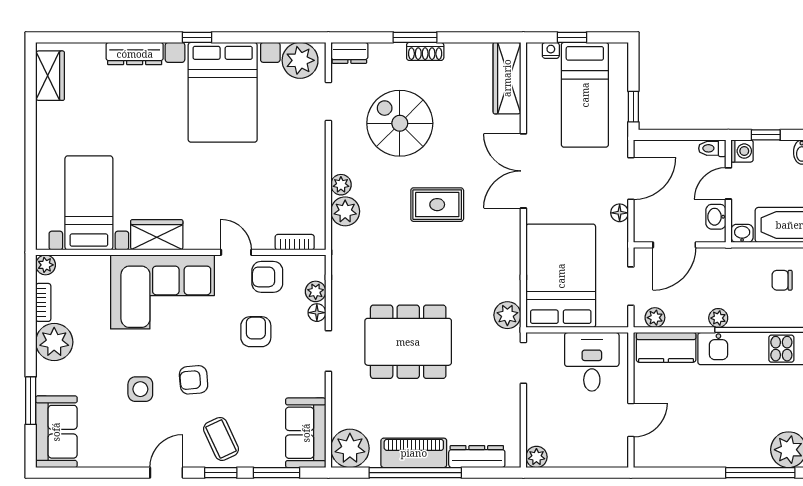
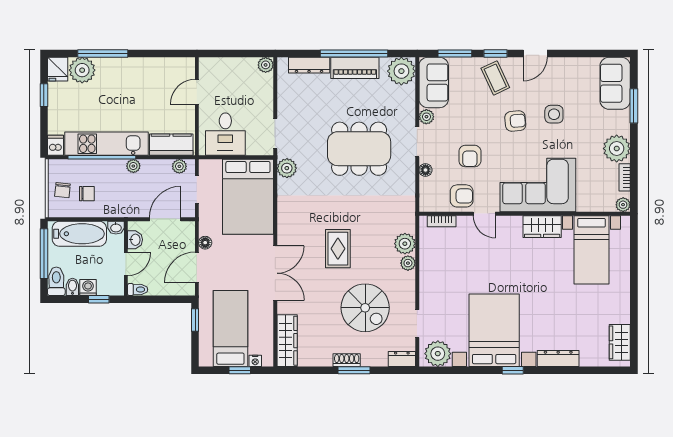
washing machine: (742, 151) -> (88, 288), moved, turned 90
rug: (437, 205) -> (338, 249), turned 90
plant: (316, 291) -> (426, 117), moved

